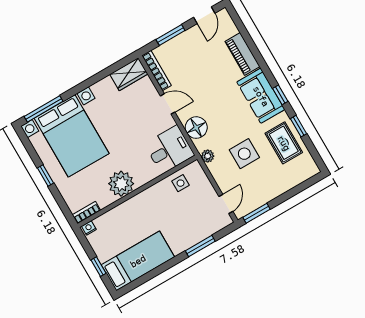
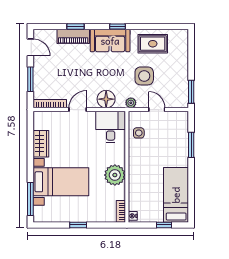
wardrobe: (129, 74) -> (41, 144), moved
window: (299, 126) -> (75, 26), moved
bed with nightstands: (72, 136) -> (61, 182), width x0.73
door: (226, 204) -> (157, 110), moved

